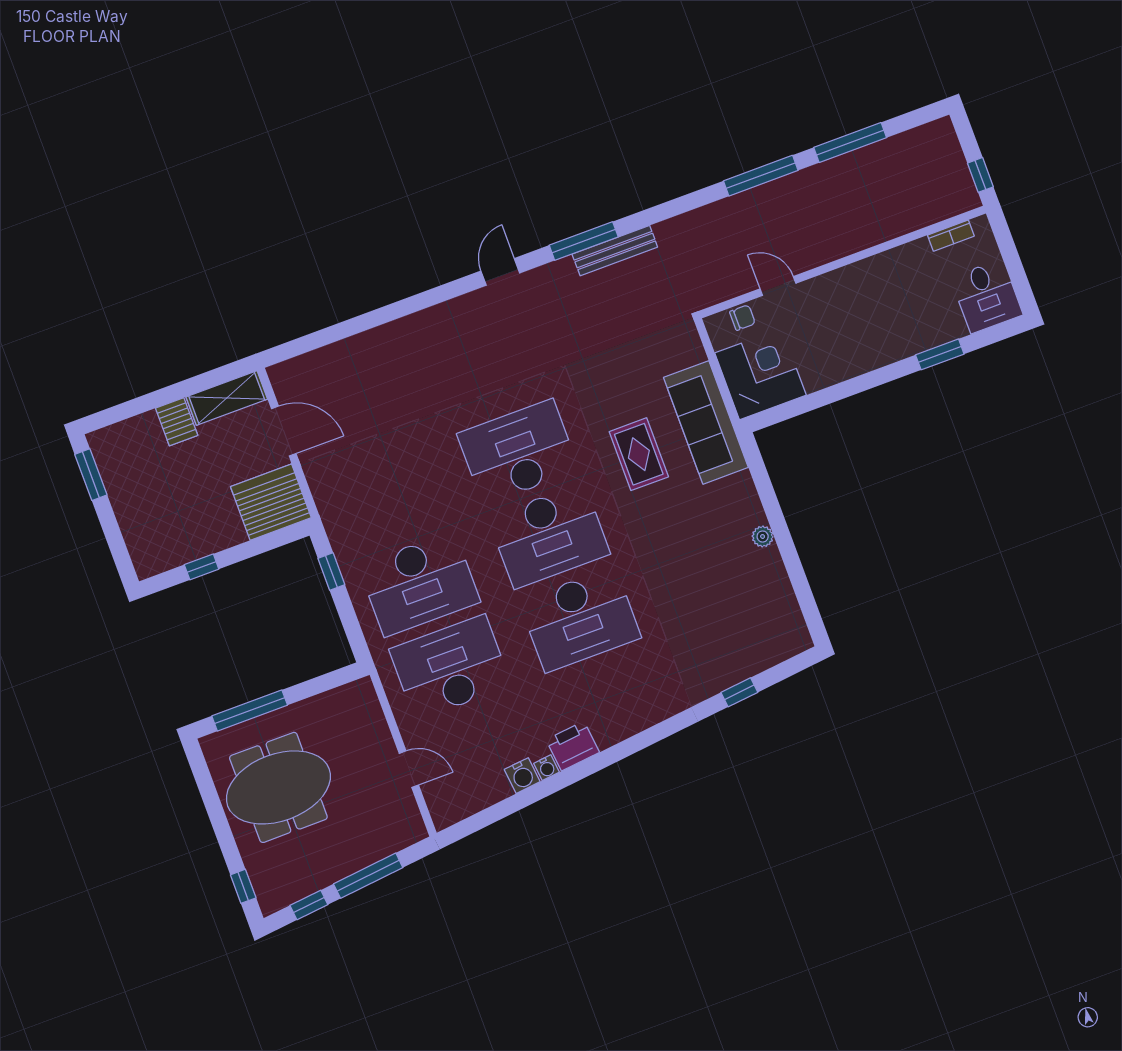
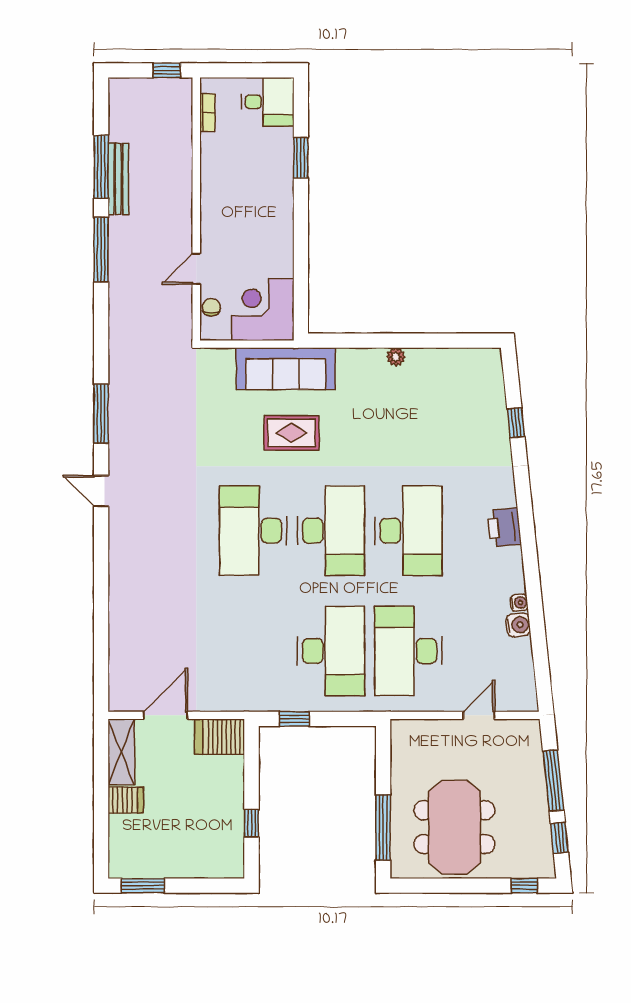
bench: (615, 251) -> (118, 179), moved
server rack: (271, 502) -> (220, 737), width x0.62
printer: (573, 746) -> (504, 527), moved

